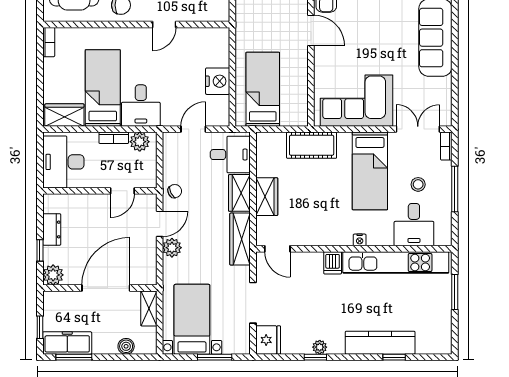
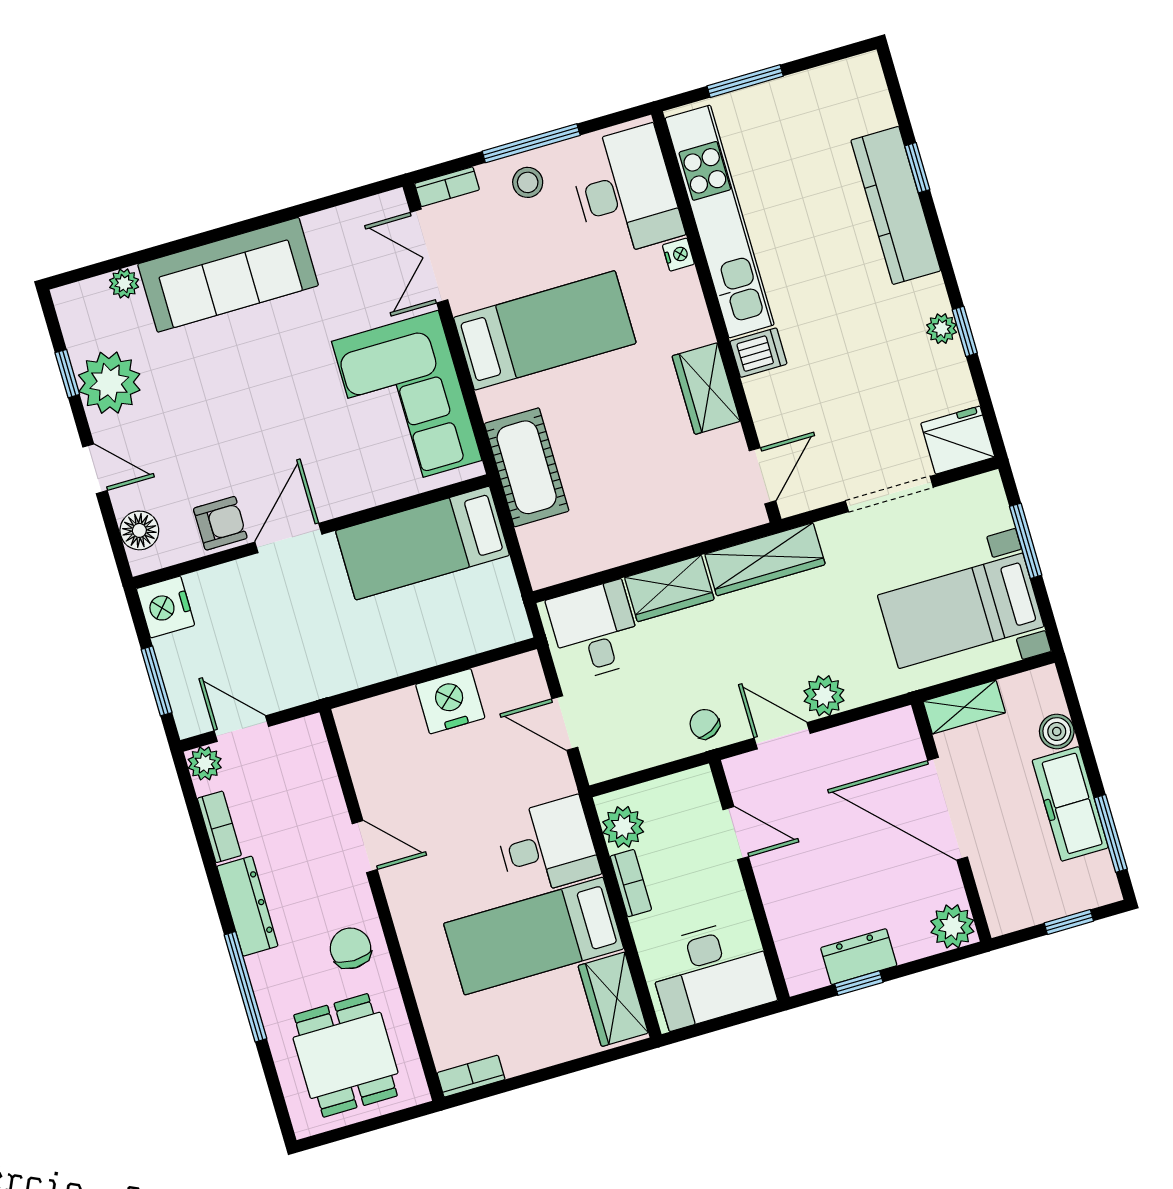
bed: (263, 89) -> (423, 543), moved
stool: (418, 184) -> (528, 182), moved
wardrobe: (267, 197) -> (706, 389), moved, turned -90
desk: (414, 225) -> (625, 191), width x1.37
nightstand: (360, 240) -> (678, 255), moved
window: (40, 250) -> (859, 983), moved
freezer: (67, 343) -> (1070, 804), moved

